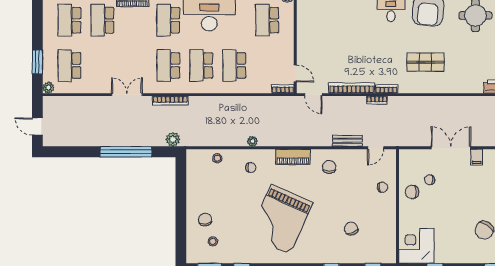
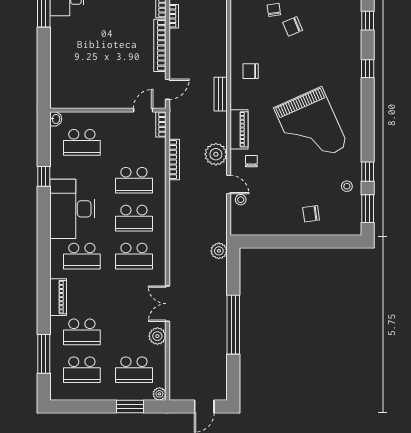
plant: (99, 86) -> (157, 336), added
bookcase: (170, 101) -> (174, 160), moved
plant: (252, 141) -> (216, 154), width x1.88, depth x1.88
bench: (347, 141) -> (221, 94), moved
door: (376, 148) -> (229, 185), moved
window: (126, 152) -> (233, 325), moved
piano: (293, 157) -> (239, 129), moved
grand piano: (281, 219) -> (311, 127), turned 42
chair: (351, 229) -> (293, 26), moved
stool: (213, 241) -> (347, 186), moved

